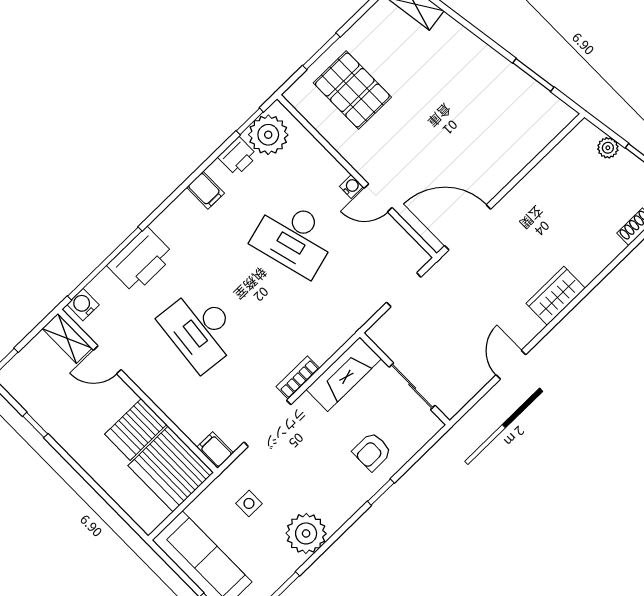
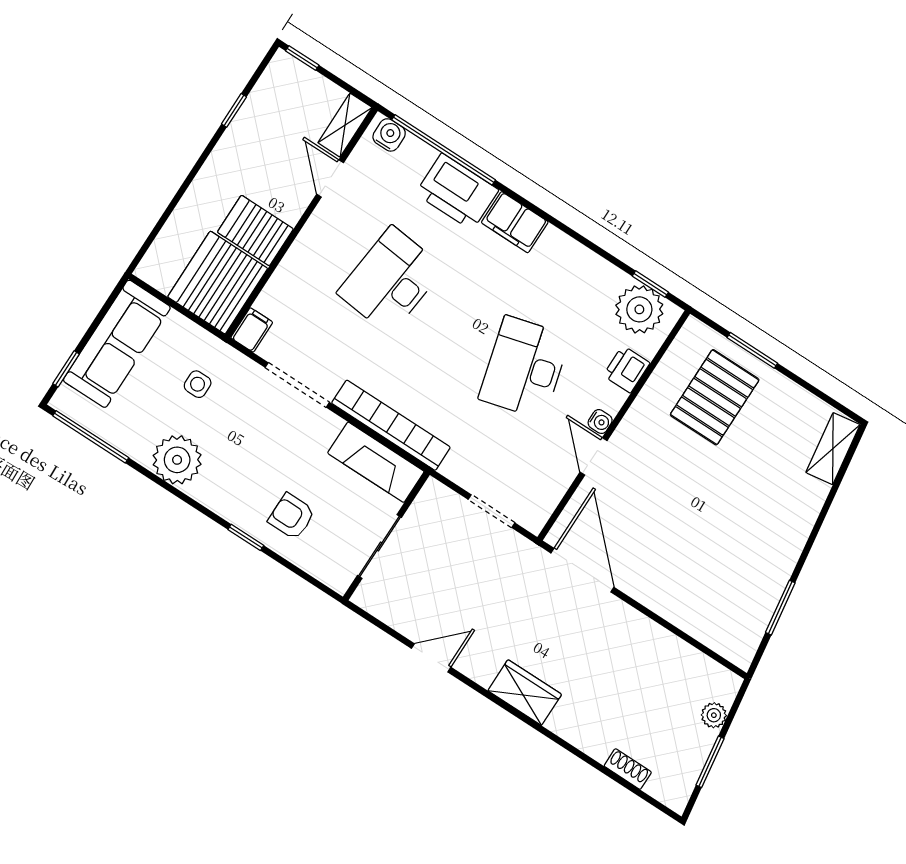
printer: (238, 156) -> (627, 369), moved, turned 90
filing cabinet: (205, 190) -> (515, 222), moved, width x2.00
bookcase: (298, 378) -> (391, 425), width x2.31, depth x1.31

